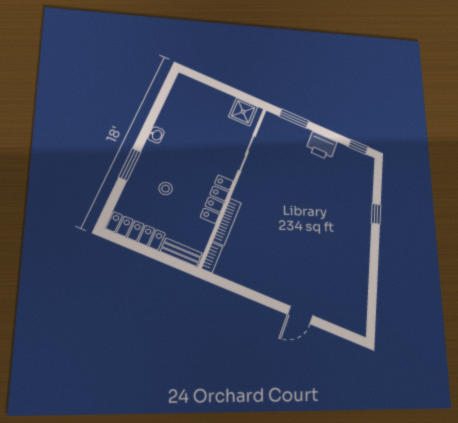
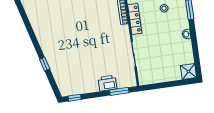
shower: (243, 112) -> (188, 71), moved
printer: (321, 146) -> (107, 83), moved

